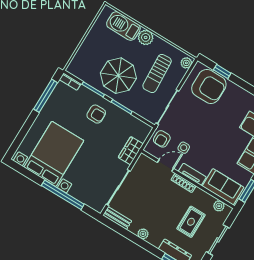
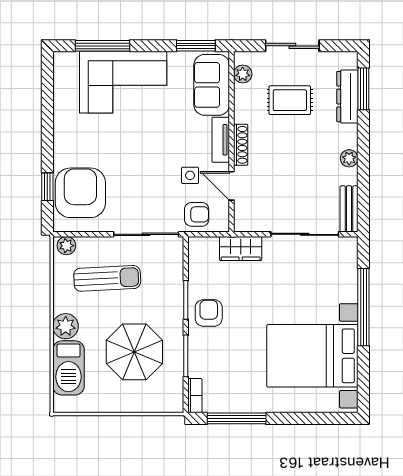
parasol: (118, 76) -> (134, 352), moved
armchair: (96, 114) -> (209, 313), moved

